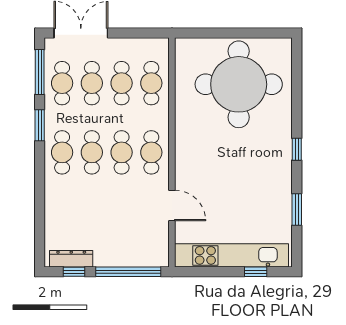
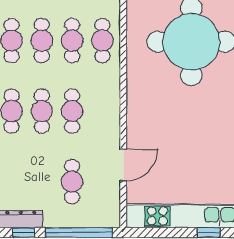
cafe table: (151, 152) -> (72, 182), moved
door: (172, 205) -> (123, 165), hinge flipped

